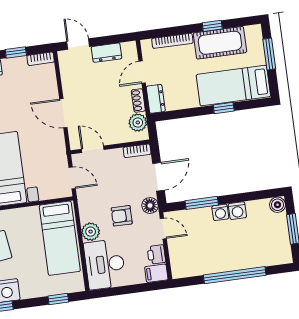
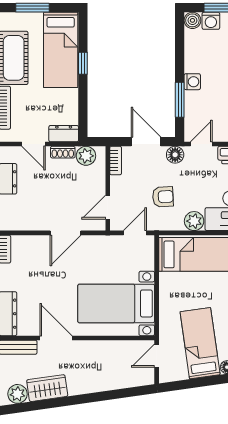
washing machine: (237, 211) -> (211, 21), moved, turned 90
armchair: (122, 216) -> (163, 197), moved, turned -93

